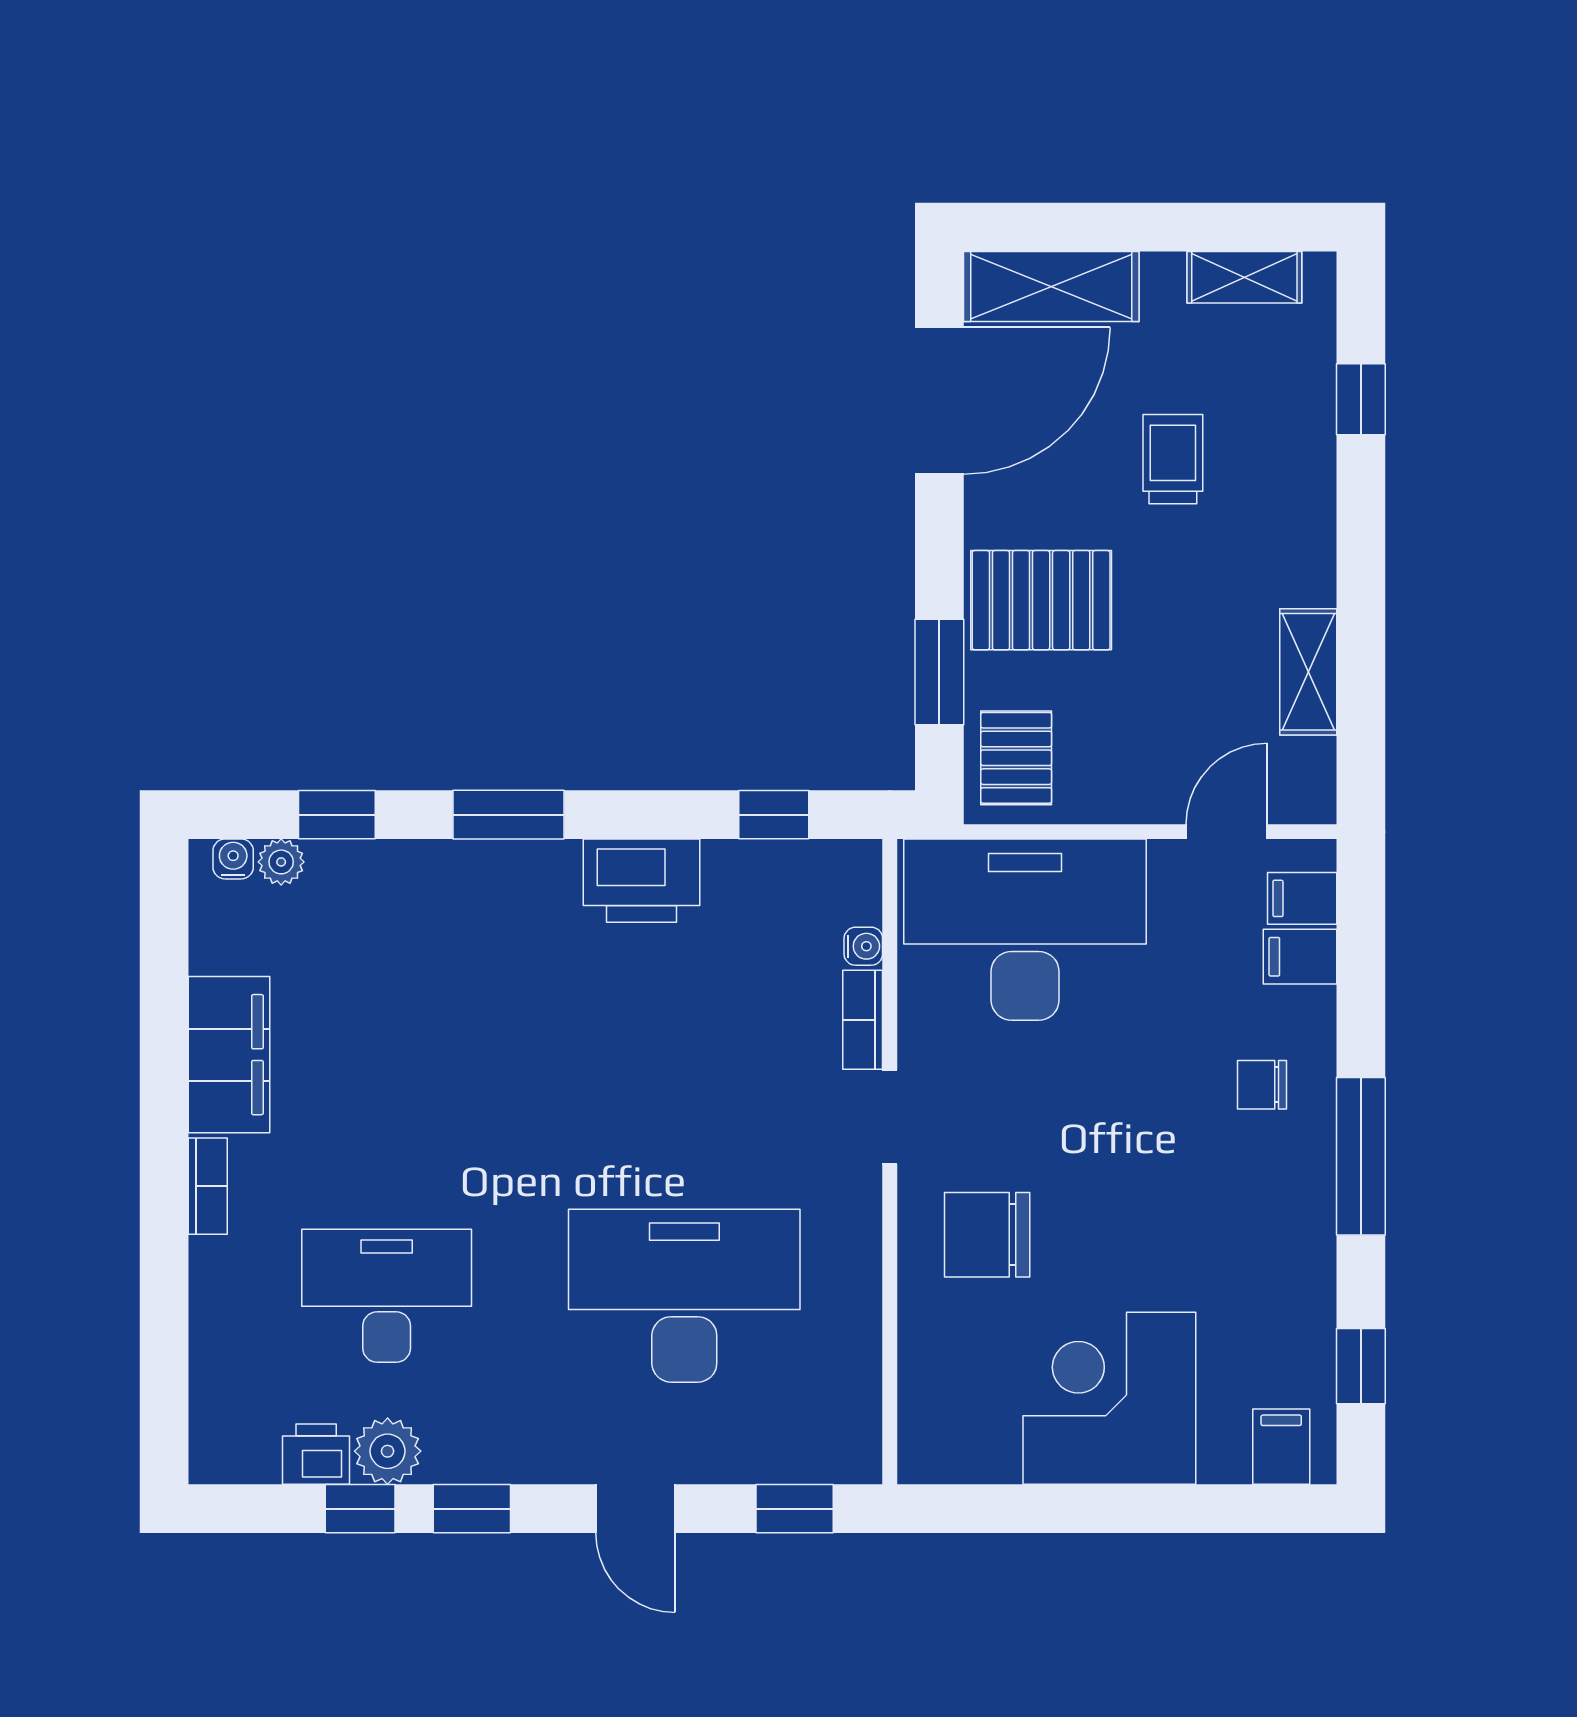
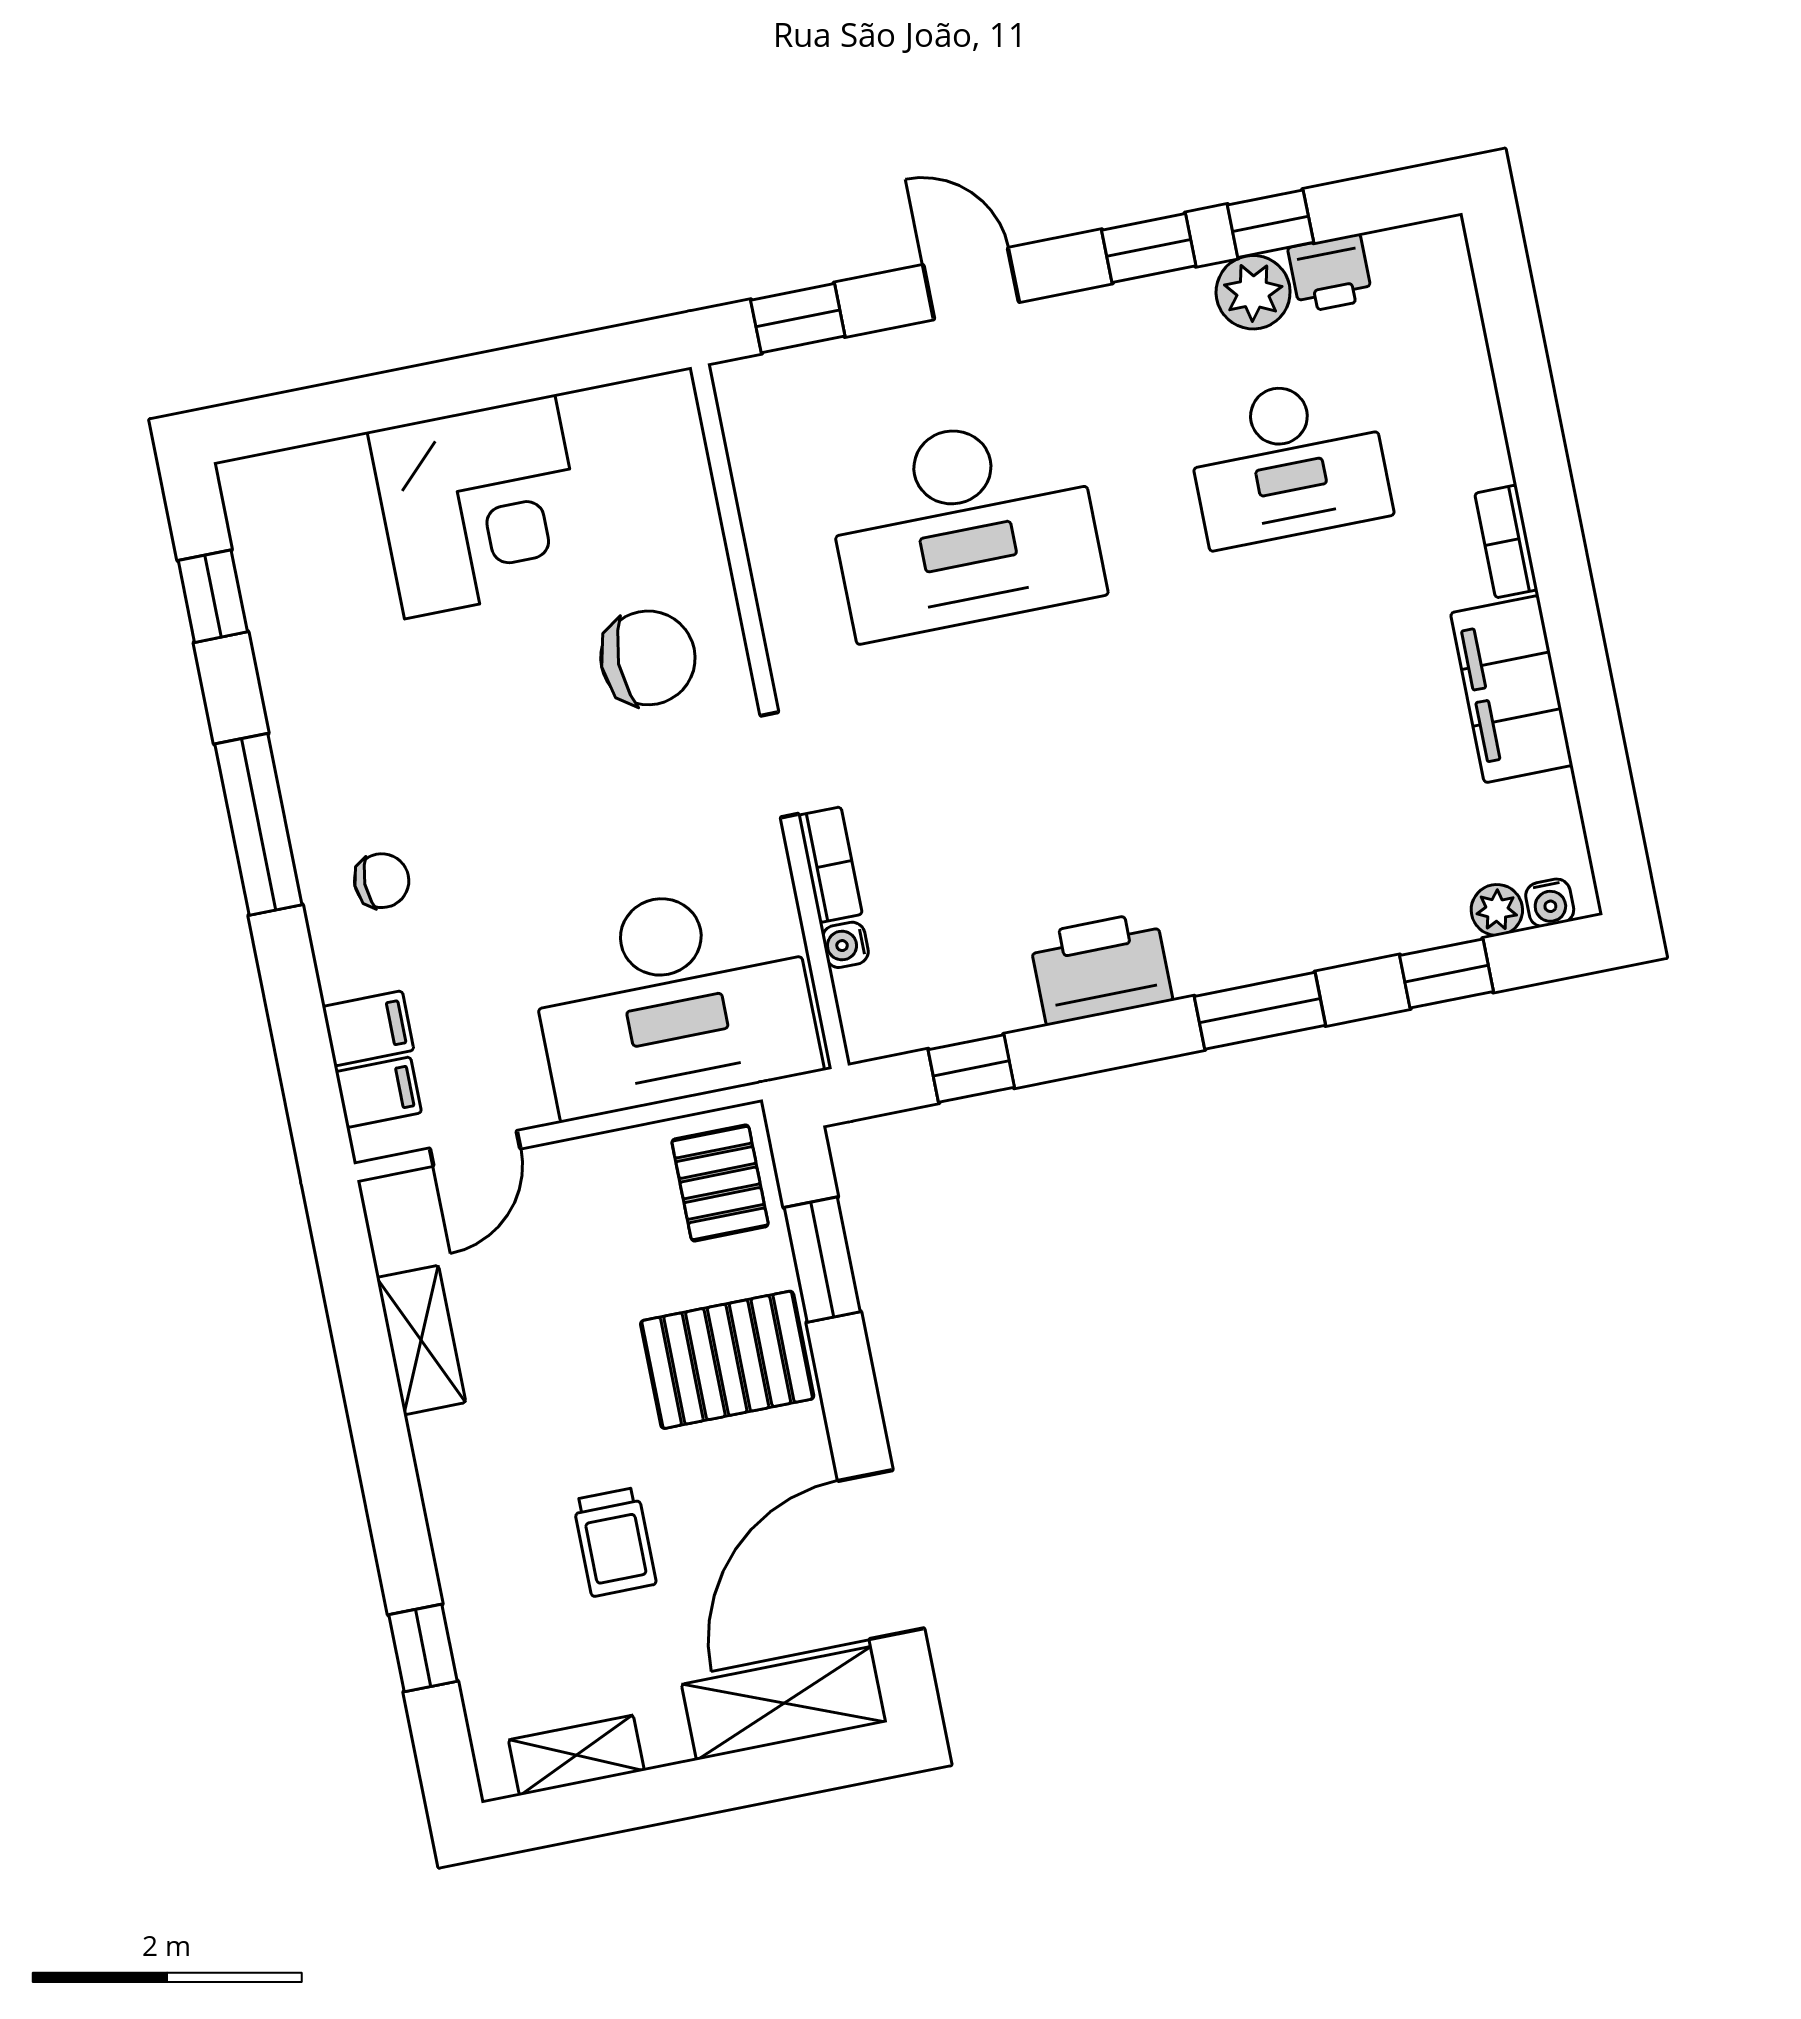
filing cabinet: (1281, 1447) -> (282, 491), removed

